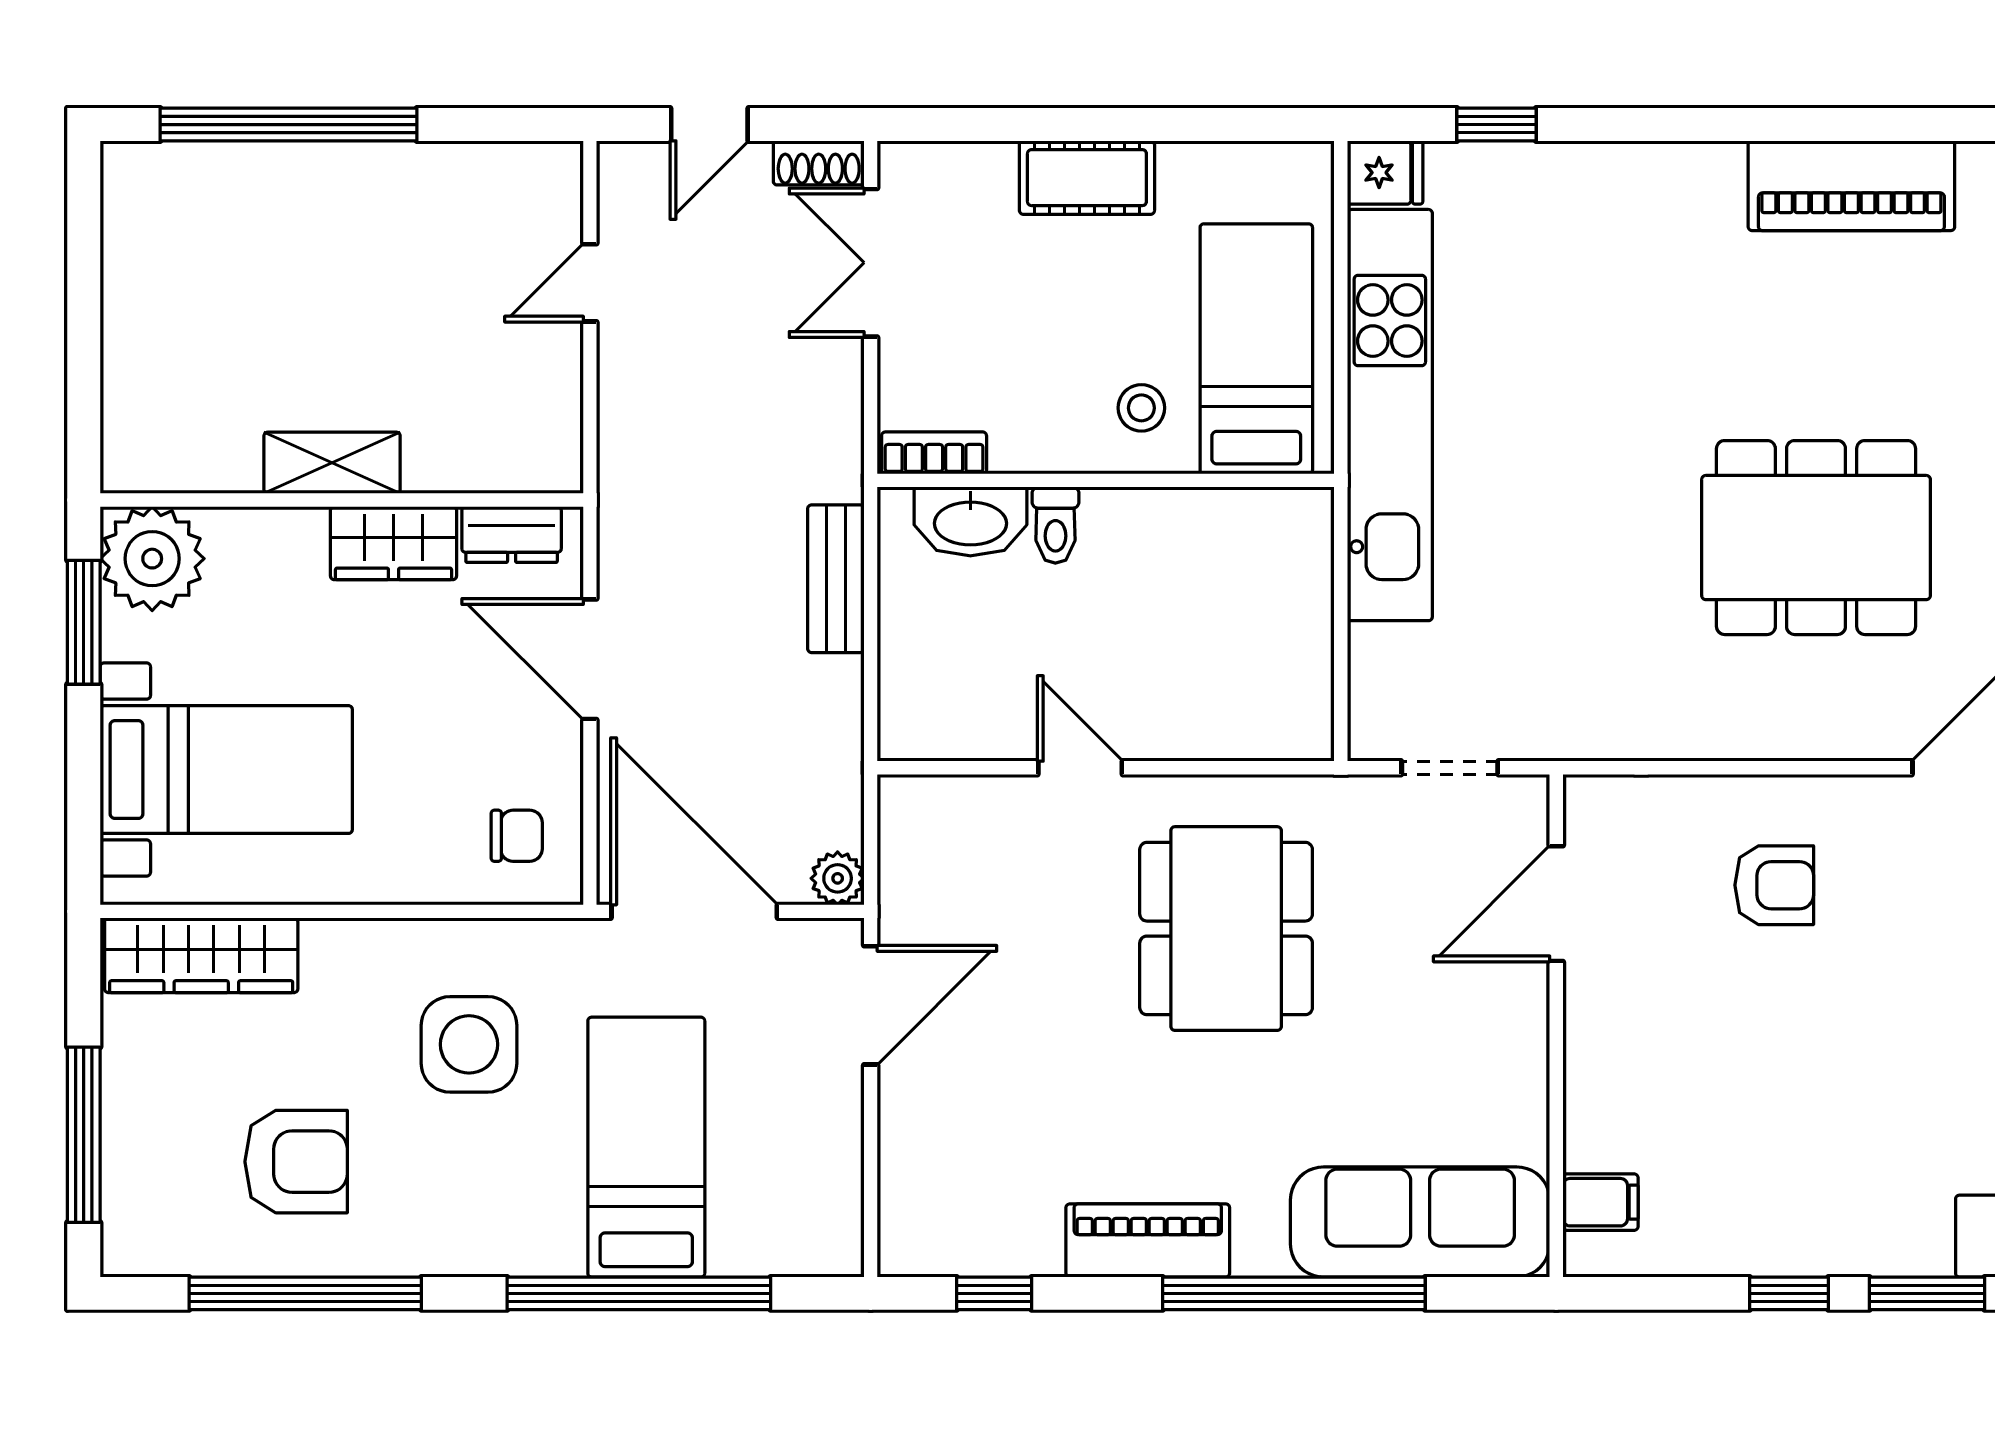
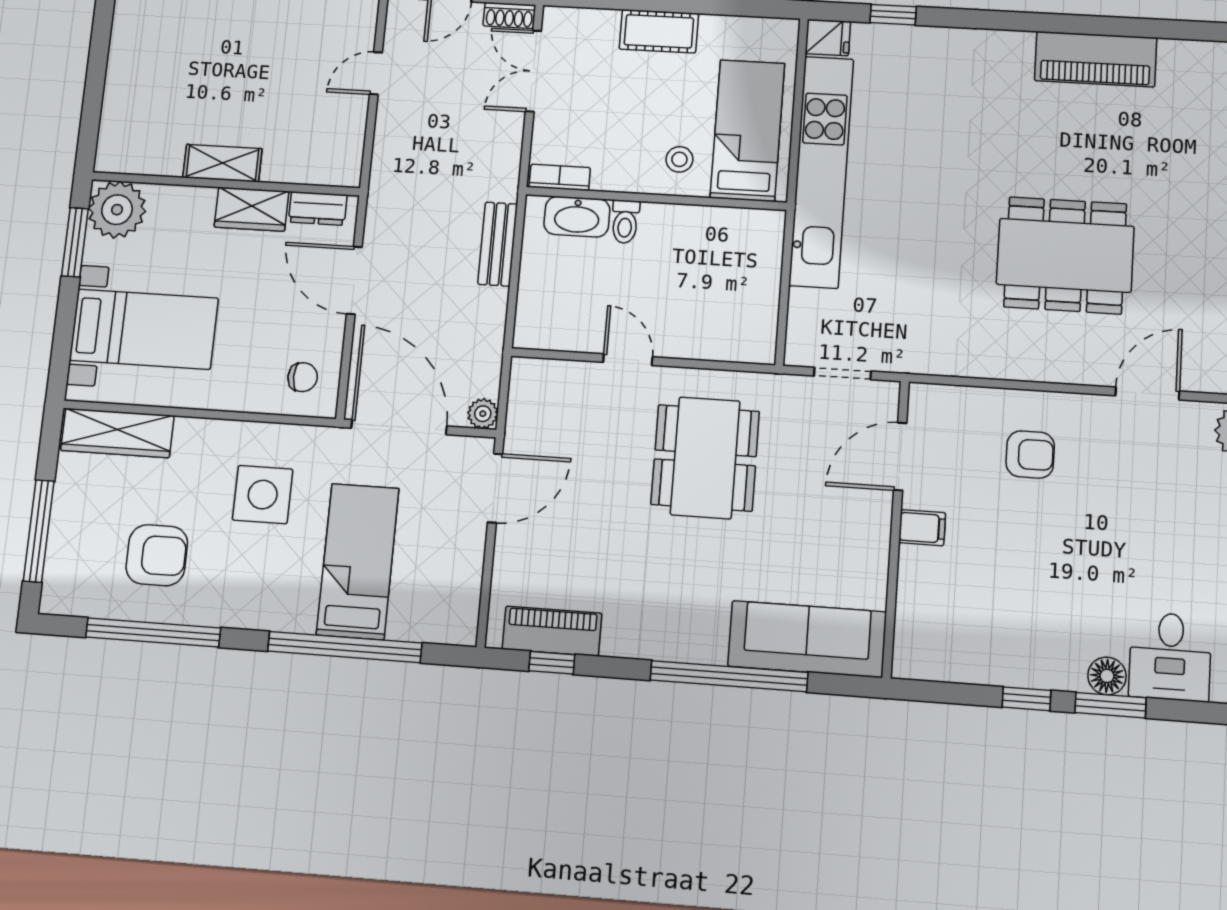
filing cabinet: (1600, 1202) -> (922, 528), moved
piano: (1148, 1240) -> (552, 631), moved
floor lamp: (1919, 1246) -> (1107, 676), added

